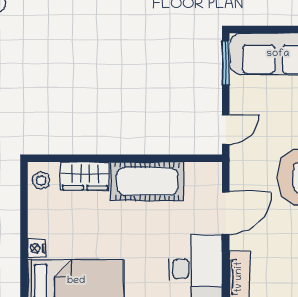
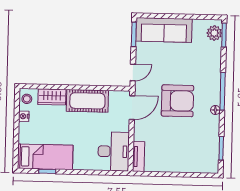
door: (226, 213) -> (132, 108), moved
nightstand: (36, 248) -> (24, 116), moved

